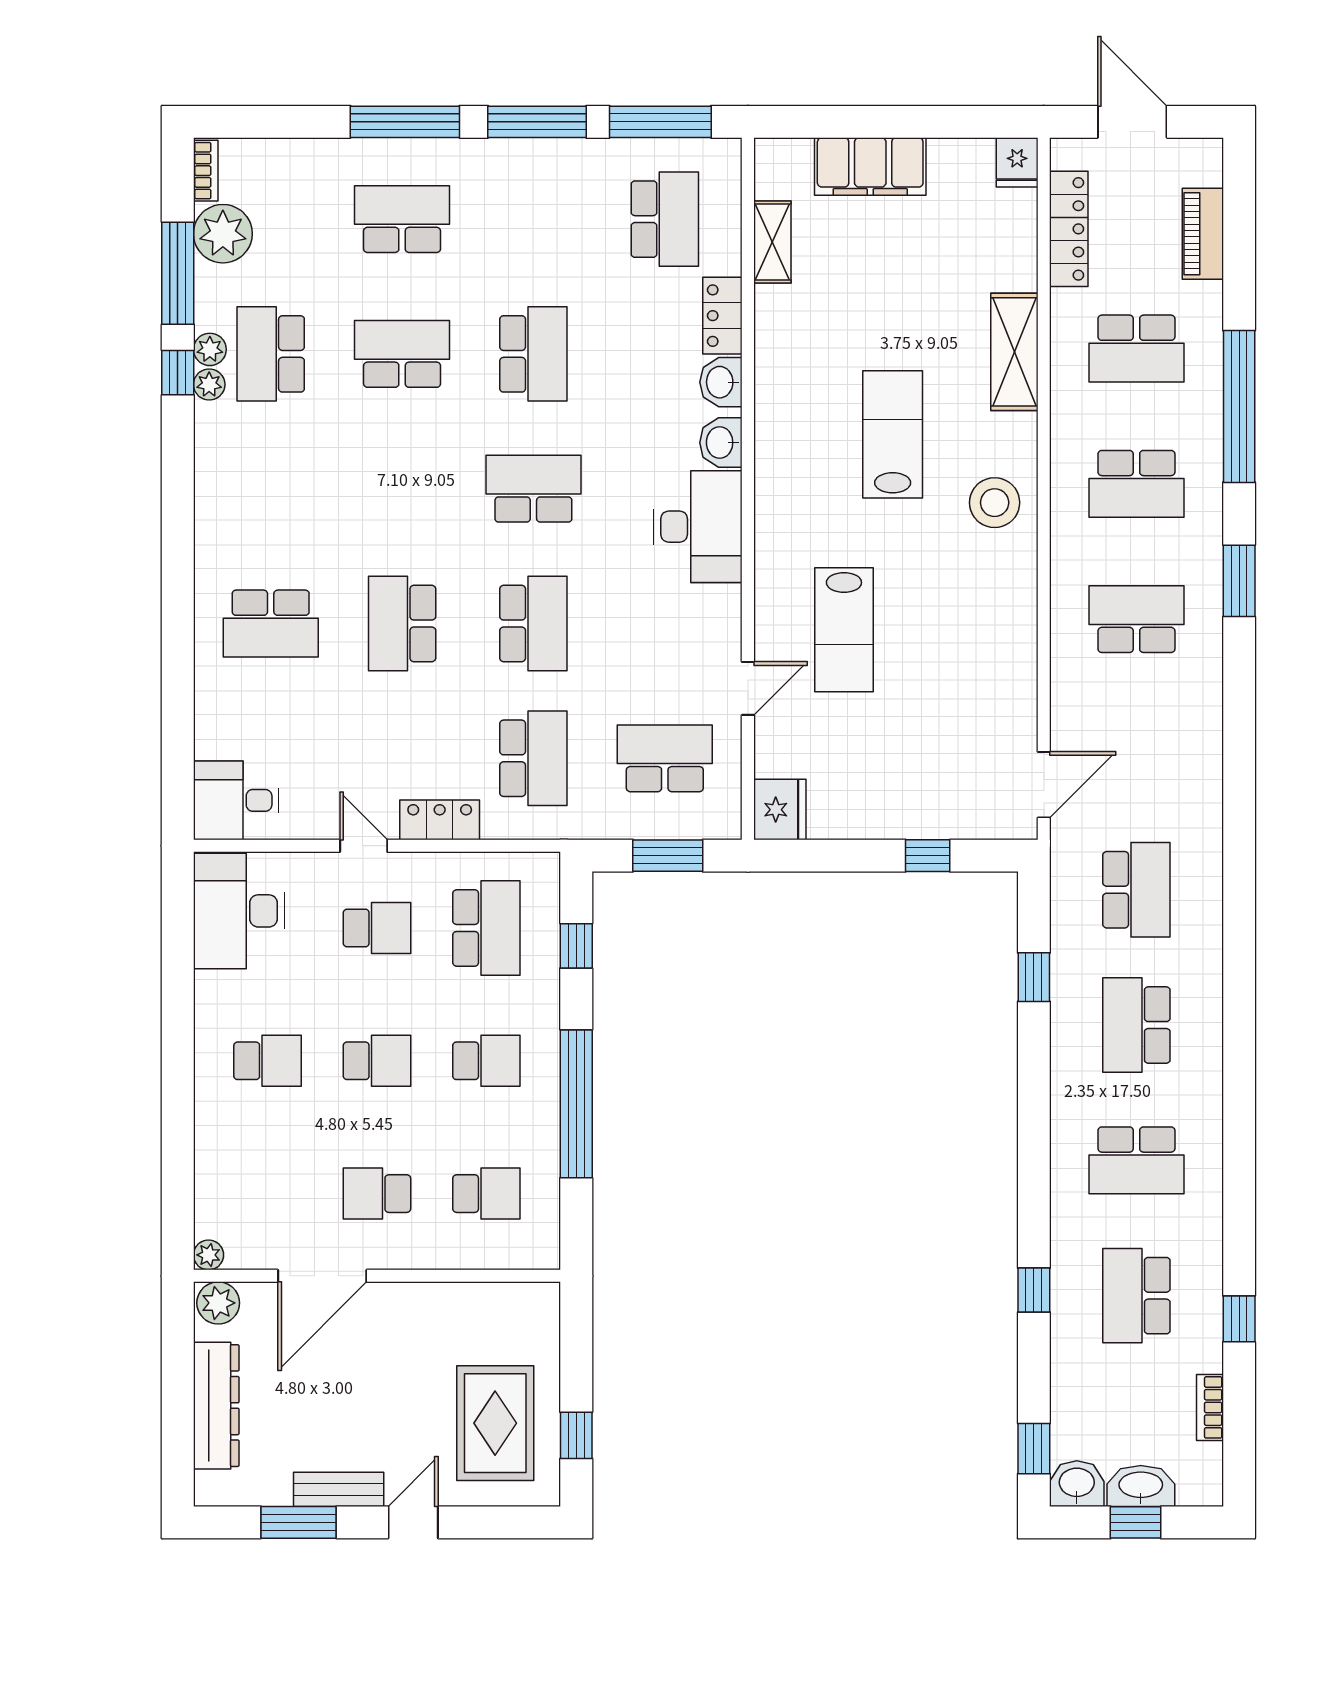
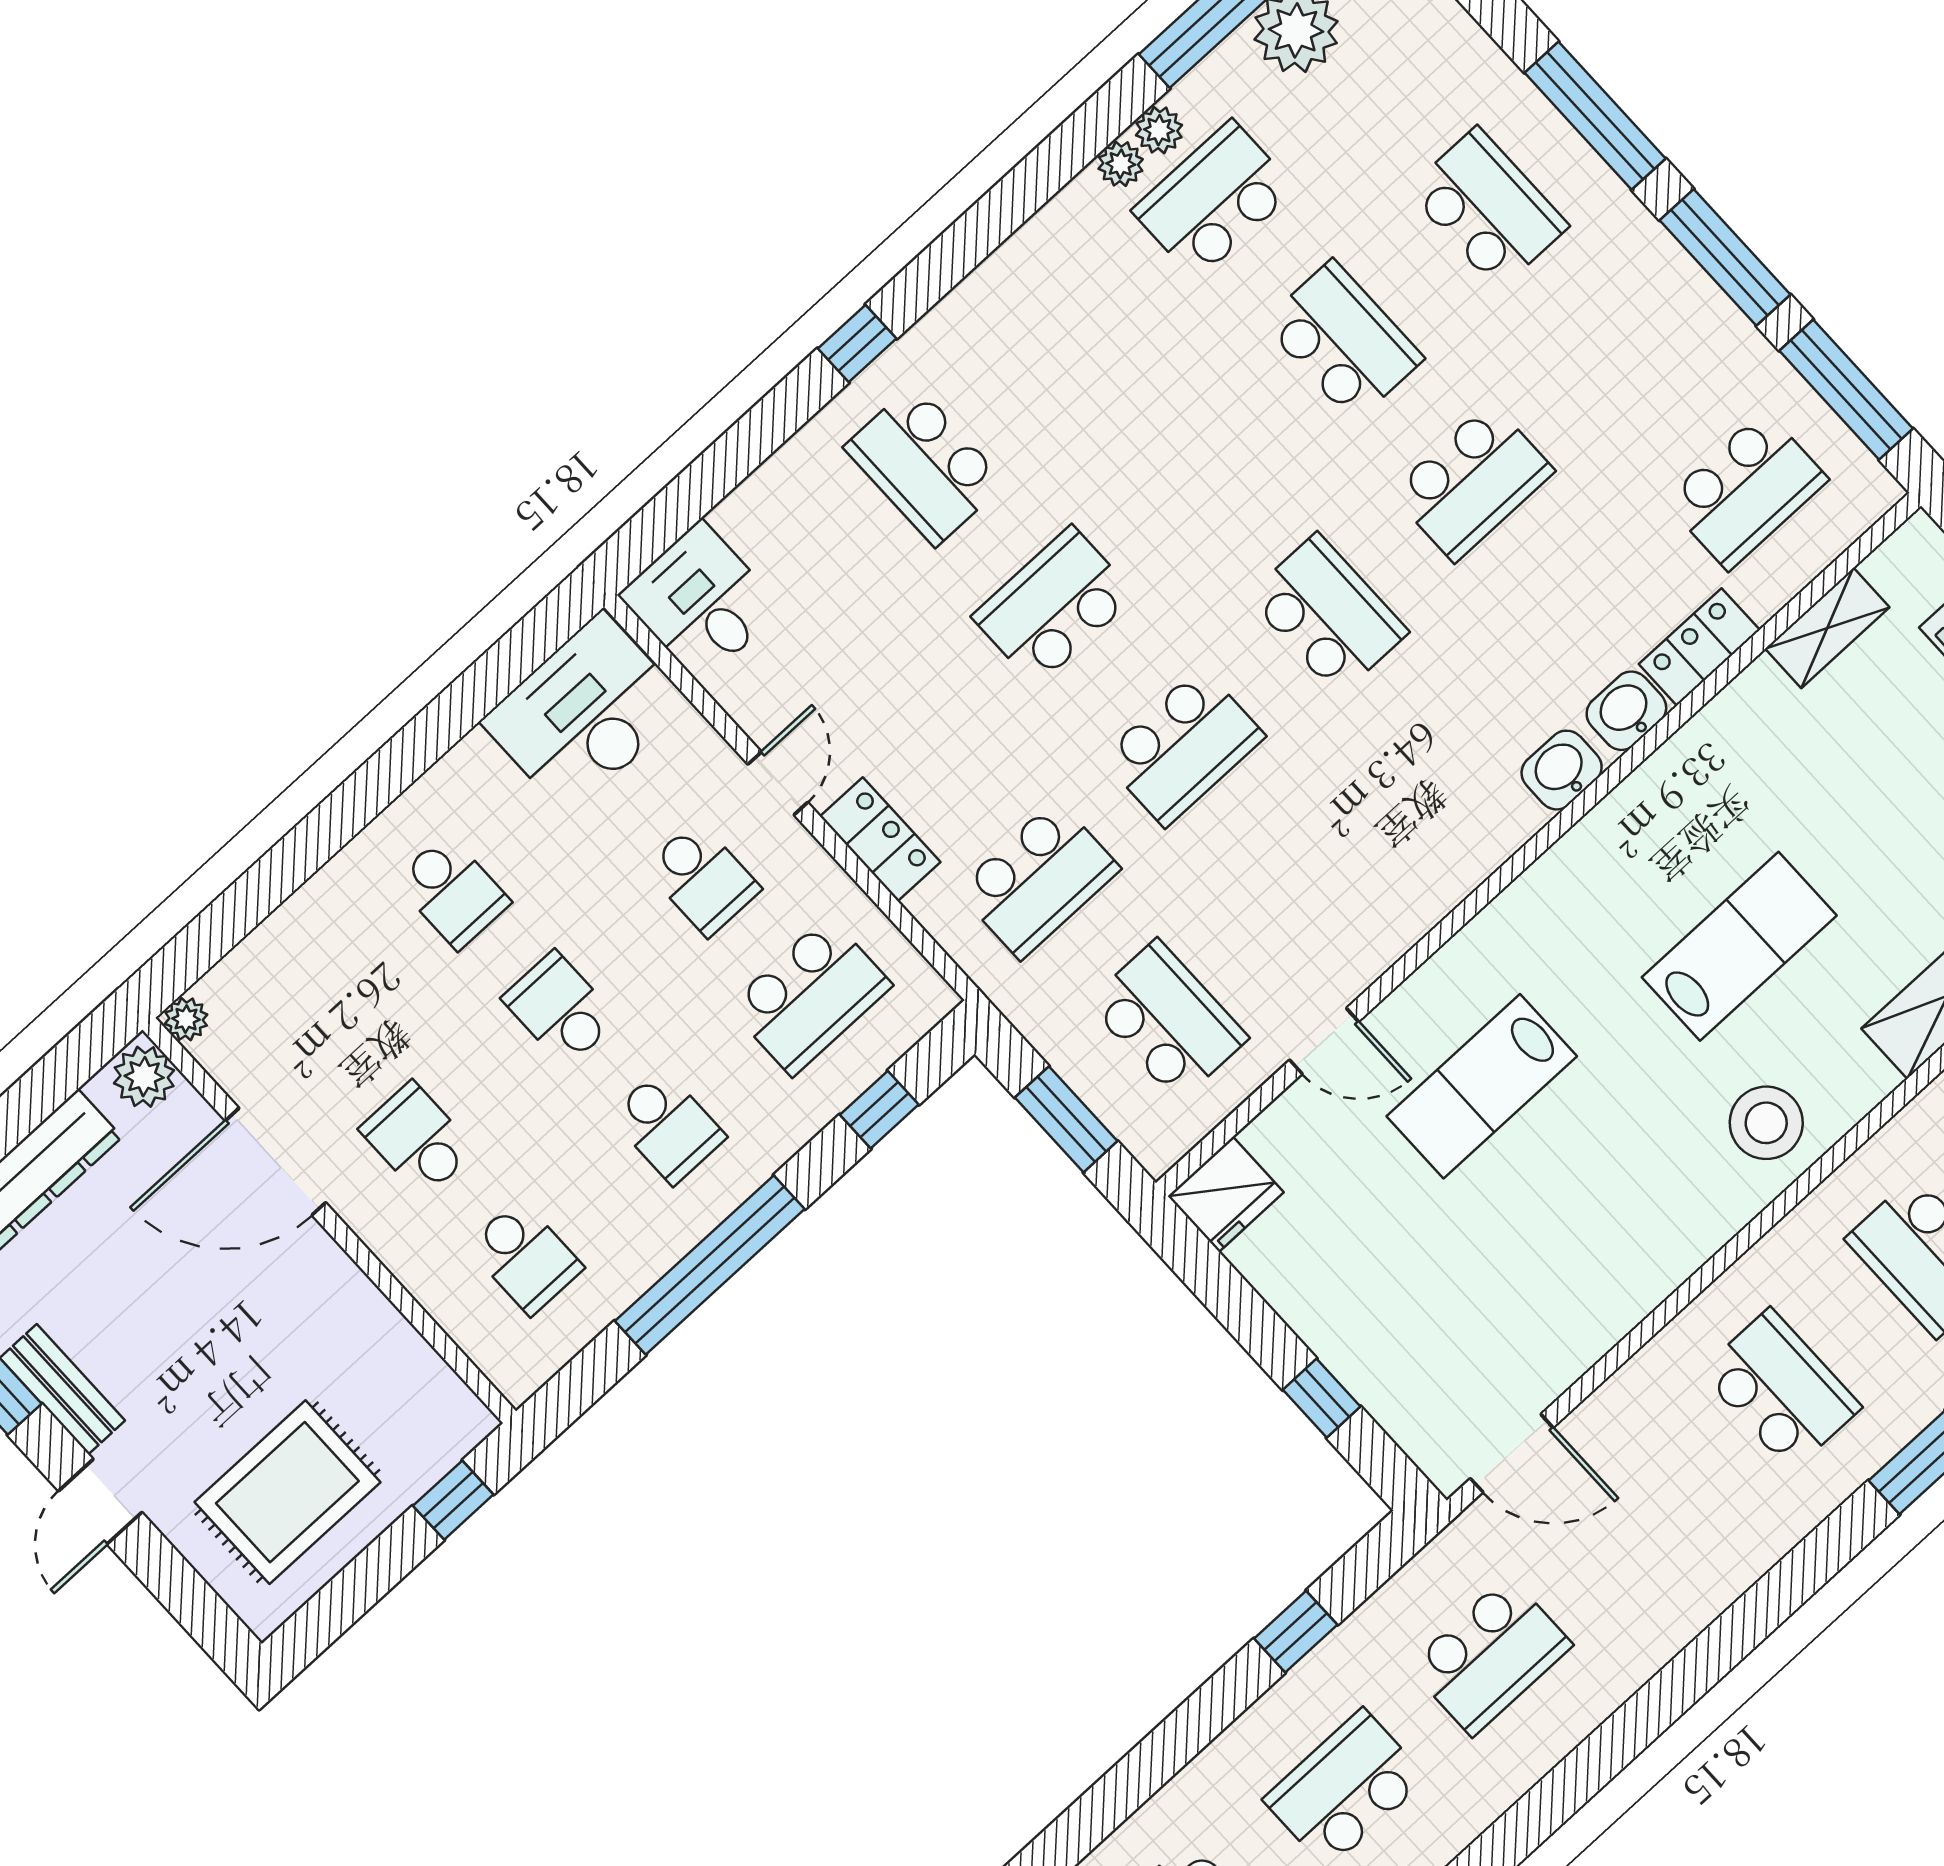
window: (178, 373) -> (857, 343), moved
desk: (698, 527) -> (1449, 828), removed
school desk: (377, 1061) -> (560, 1009), turned 180
window: (576, 1435) -> (453, 1500), moved
door: (413, 1522) -> (100, 1502), swing flipped

